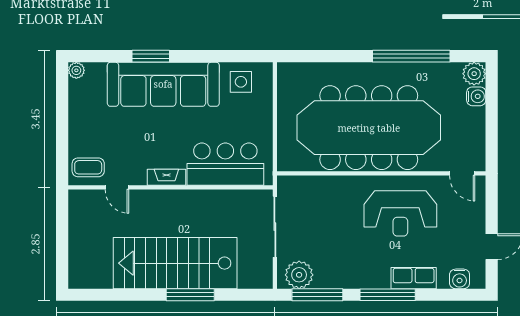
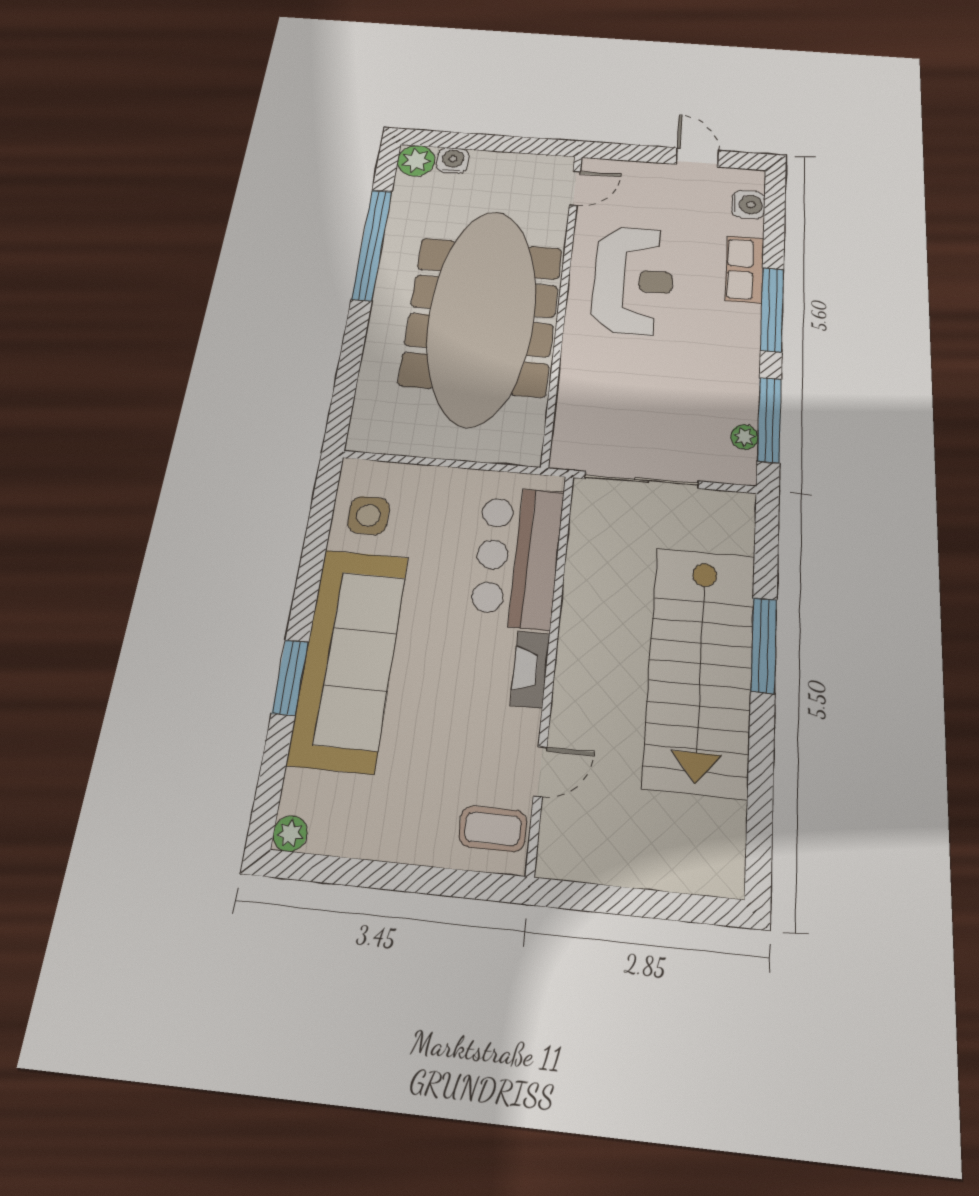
coffee table: (88, 167) -> (493, 829), turned 90
plant: (299, 275) -> (744, 437), width x0.53, depth x0.53

